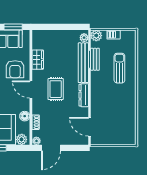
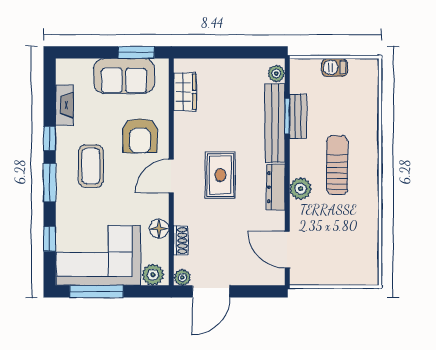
plant: (96, 36) -> (301, 189), moved
wardrobe: (38, 60) -> (185, 92), moved
sun lounger: (119, 68) -> (337, 165), moved
door: (31, 89) -> (171, 176), hinge flipped

